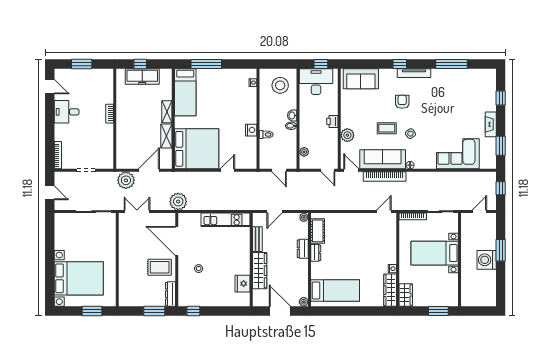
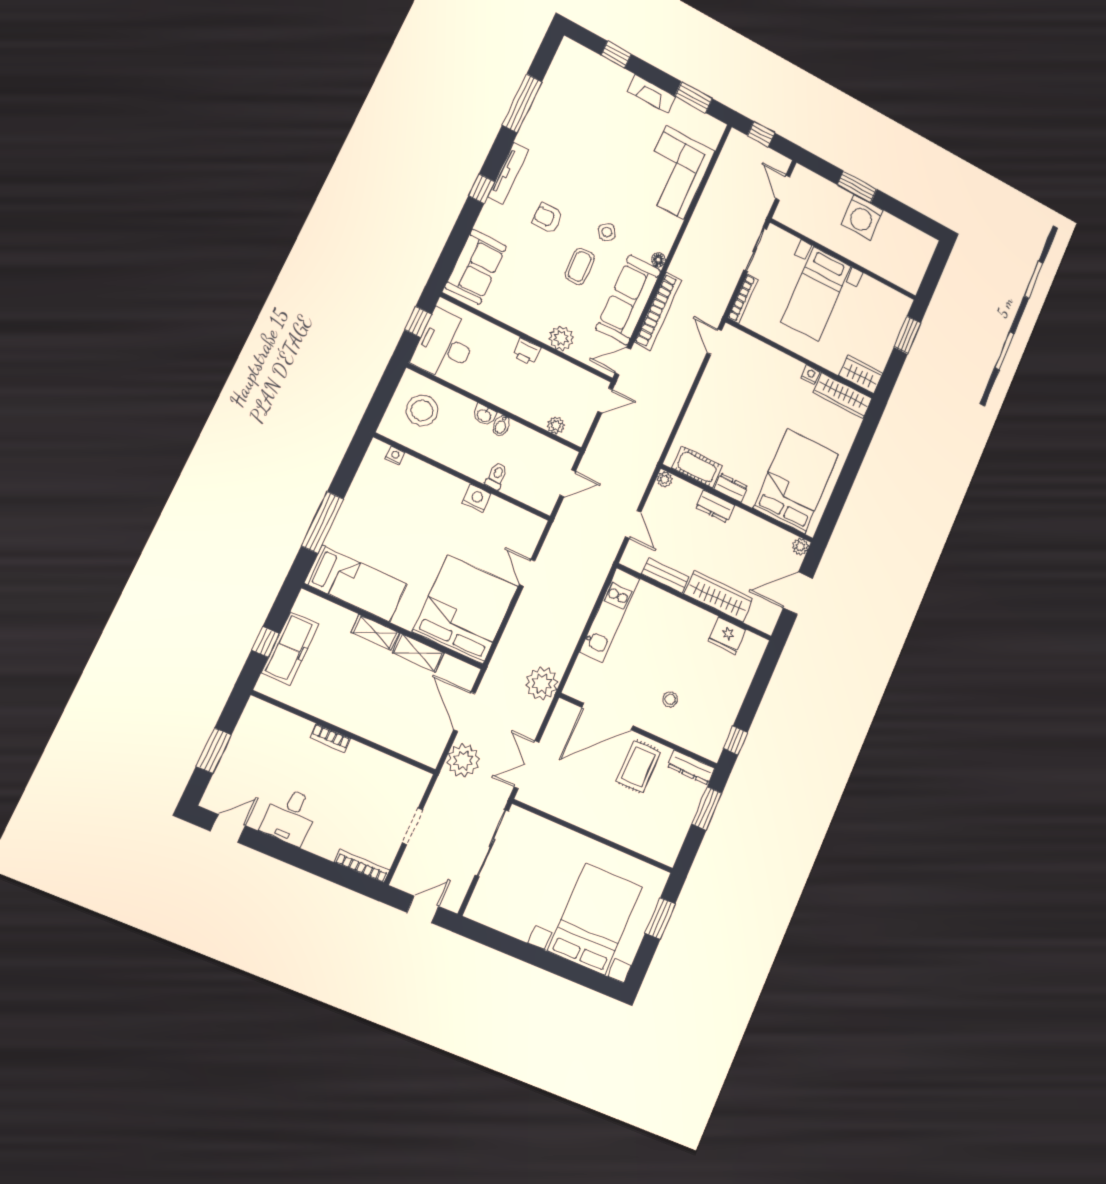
bed: (335, 290) -> (796, 481), width x1.50

